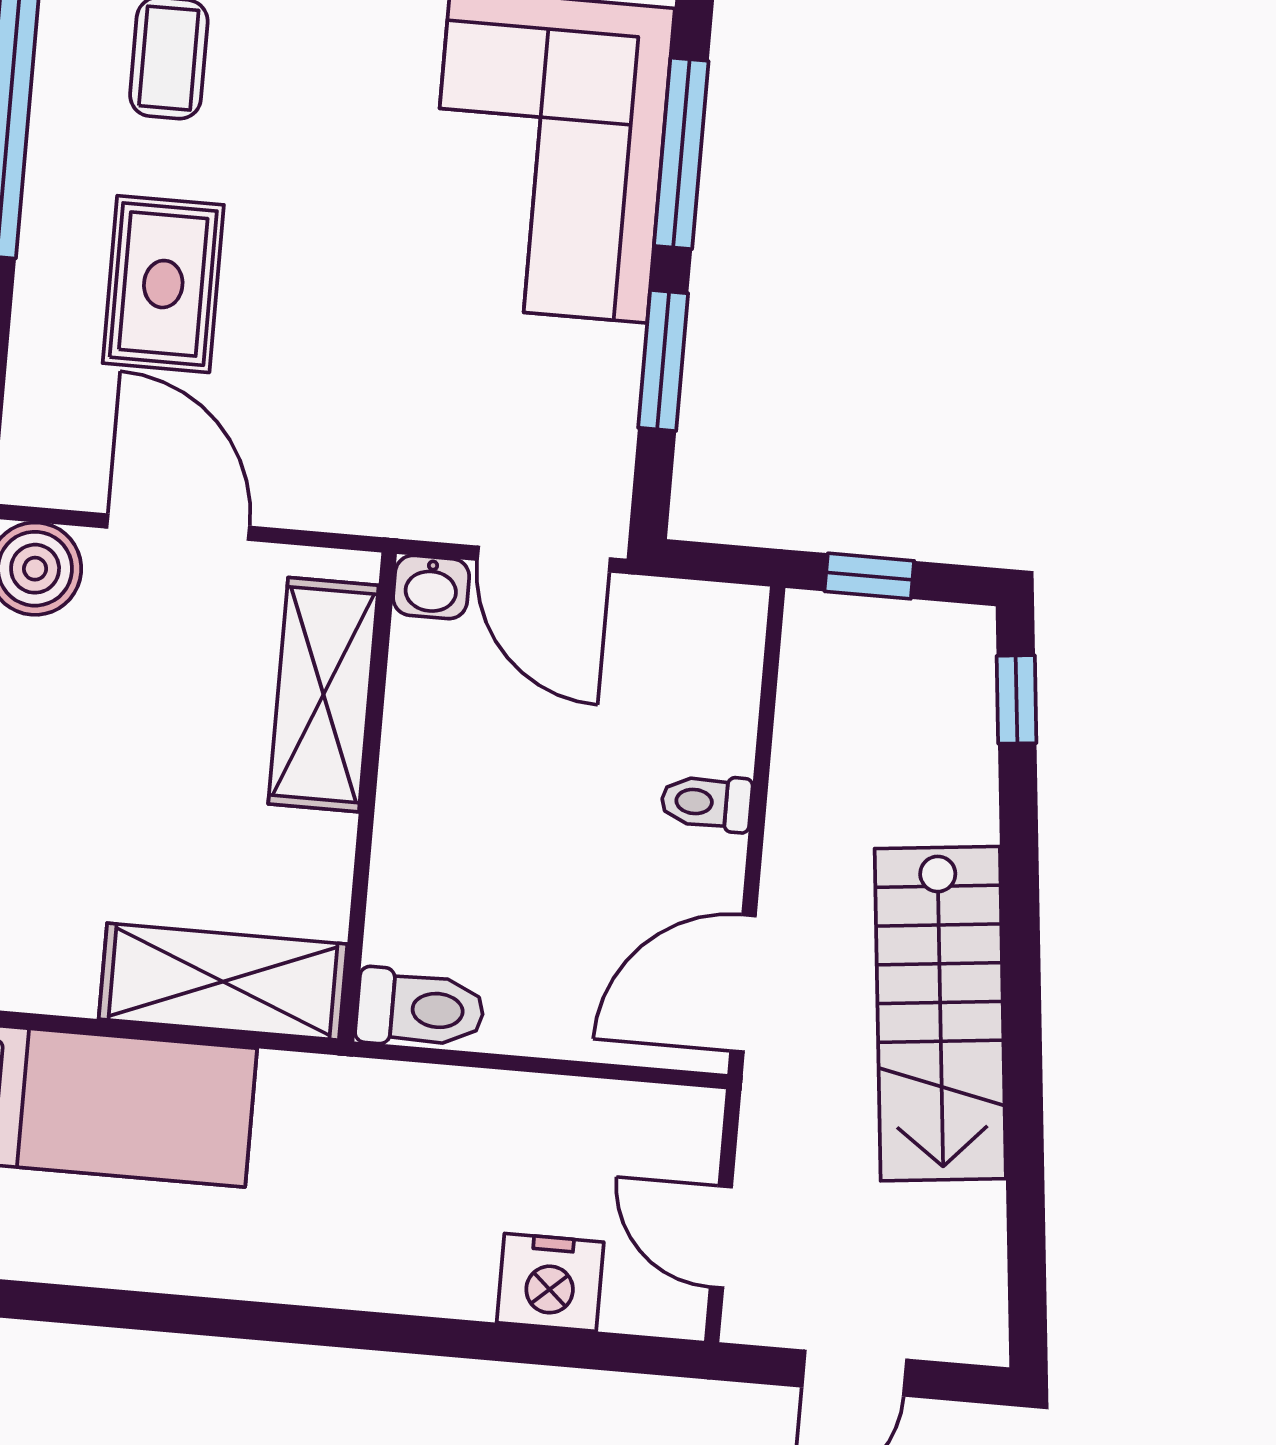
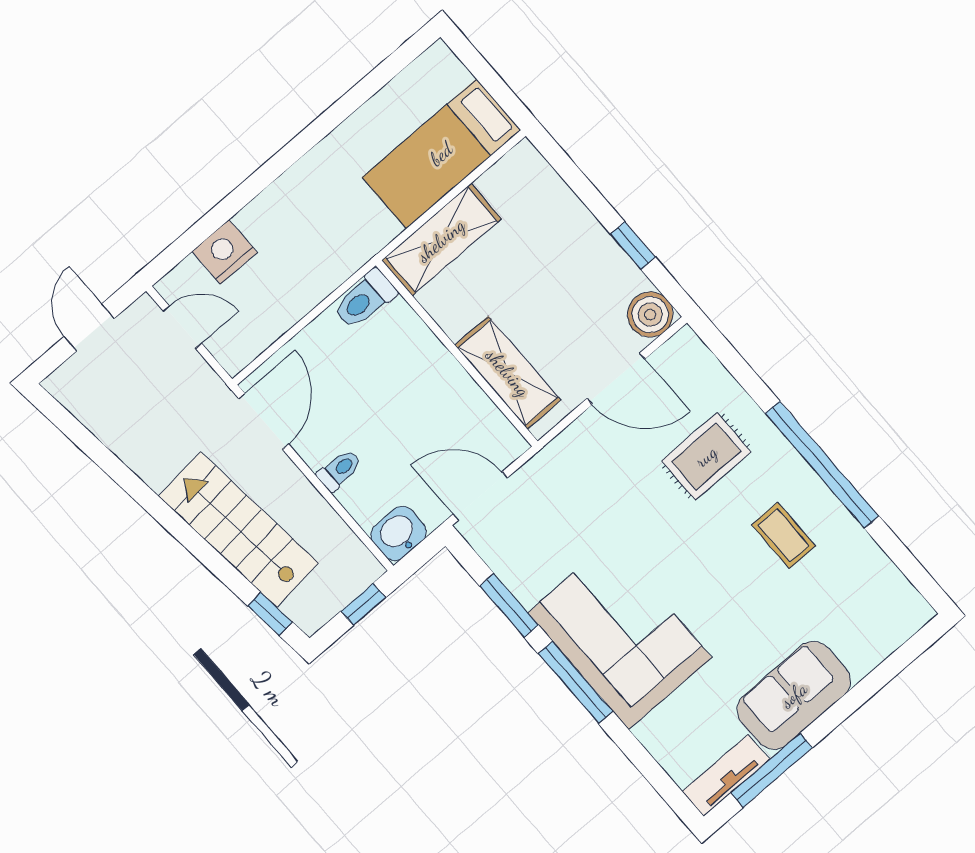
rug: (163, 284) -> (706, 456), turned 90
washbasin: (431, 587) -> (399, 533), moved, width x1.38, depth x1.45
stairs: (940, 1014) -> (239, 530), moved

